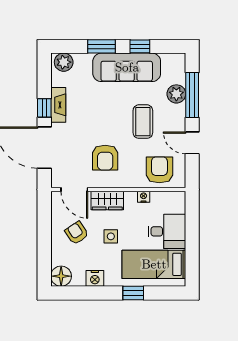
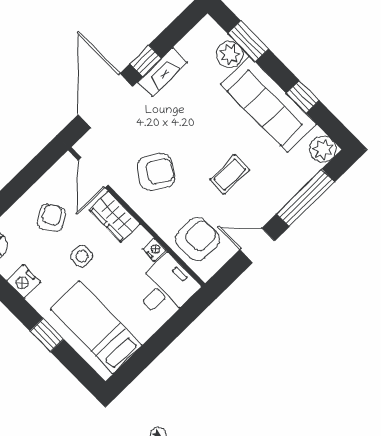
window: (102, 46) -> (248, 41), moved
plant: (64, 62) -> (230, 54), moved
plant: (176, 94) -> (323, 149), moved
coffee table: (143, 122) -> (230, 174), width x0.73, depth x0.77
door: (192, 143) -> (257, 245), hinge flipped
armchair: (105, 158) -> (156, 172), turned -146
desk: (167, 231) -> (166, 288), moved, turned -90

